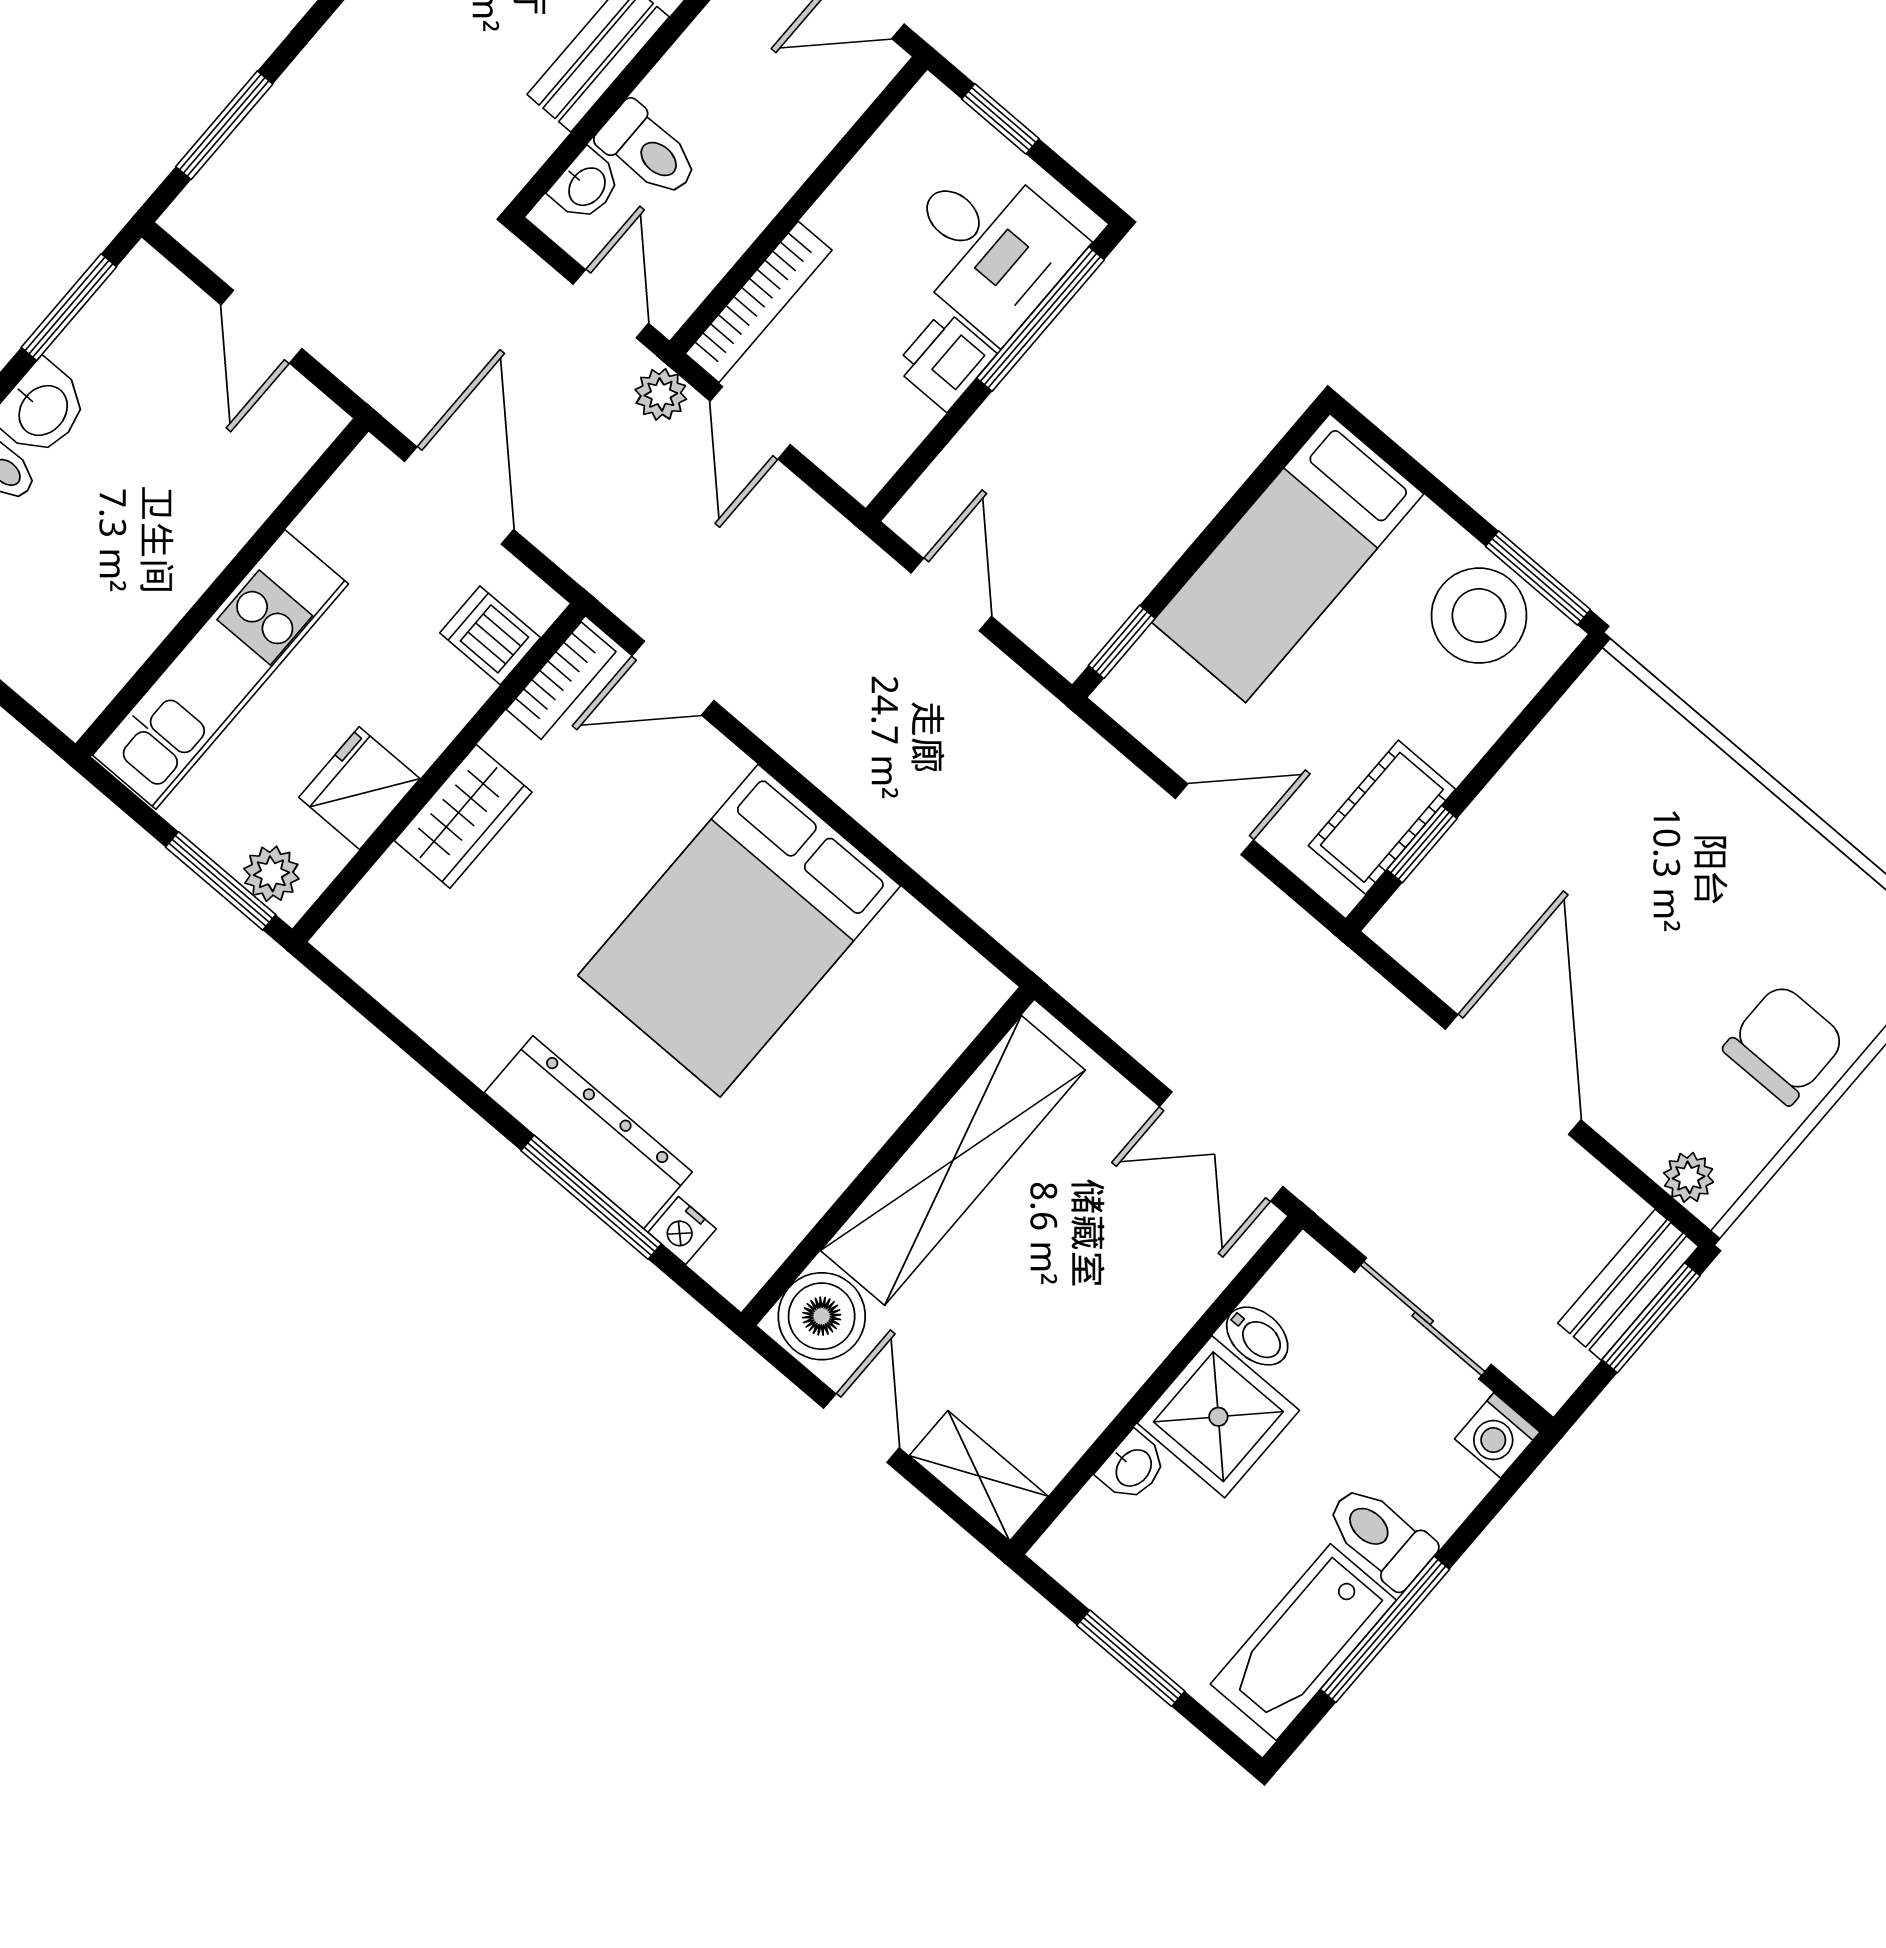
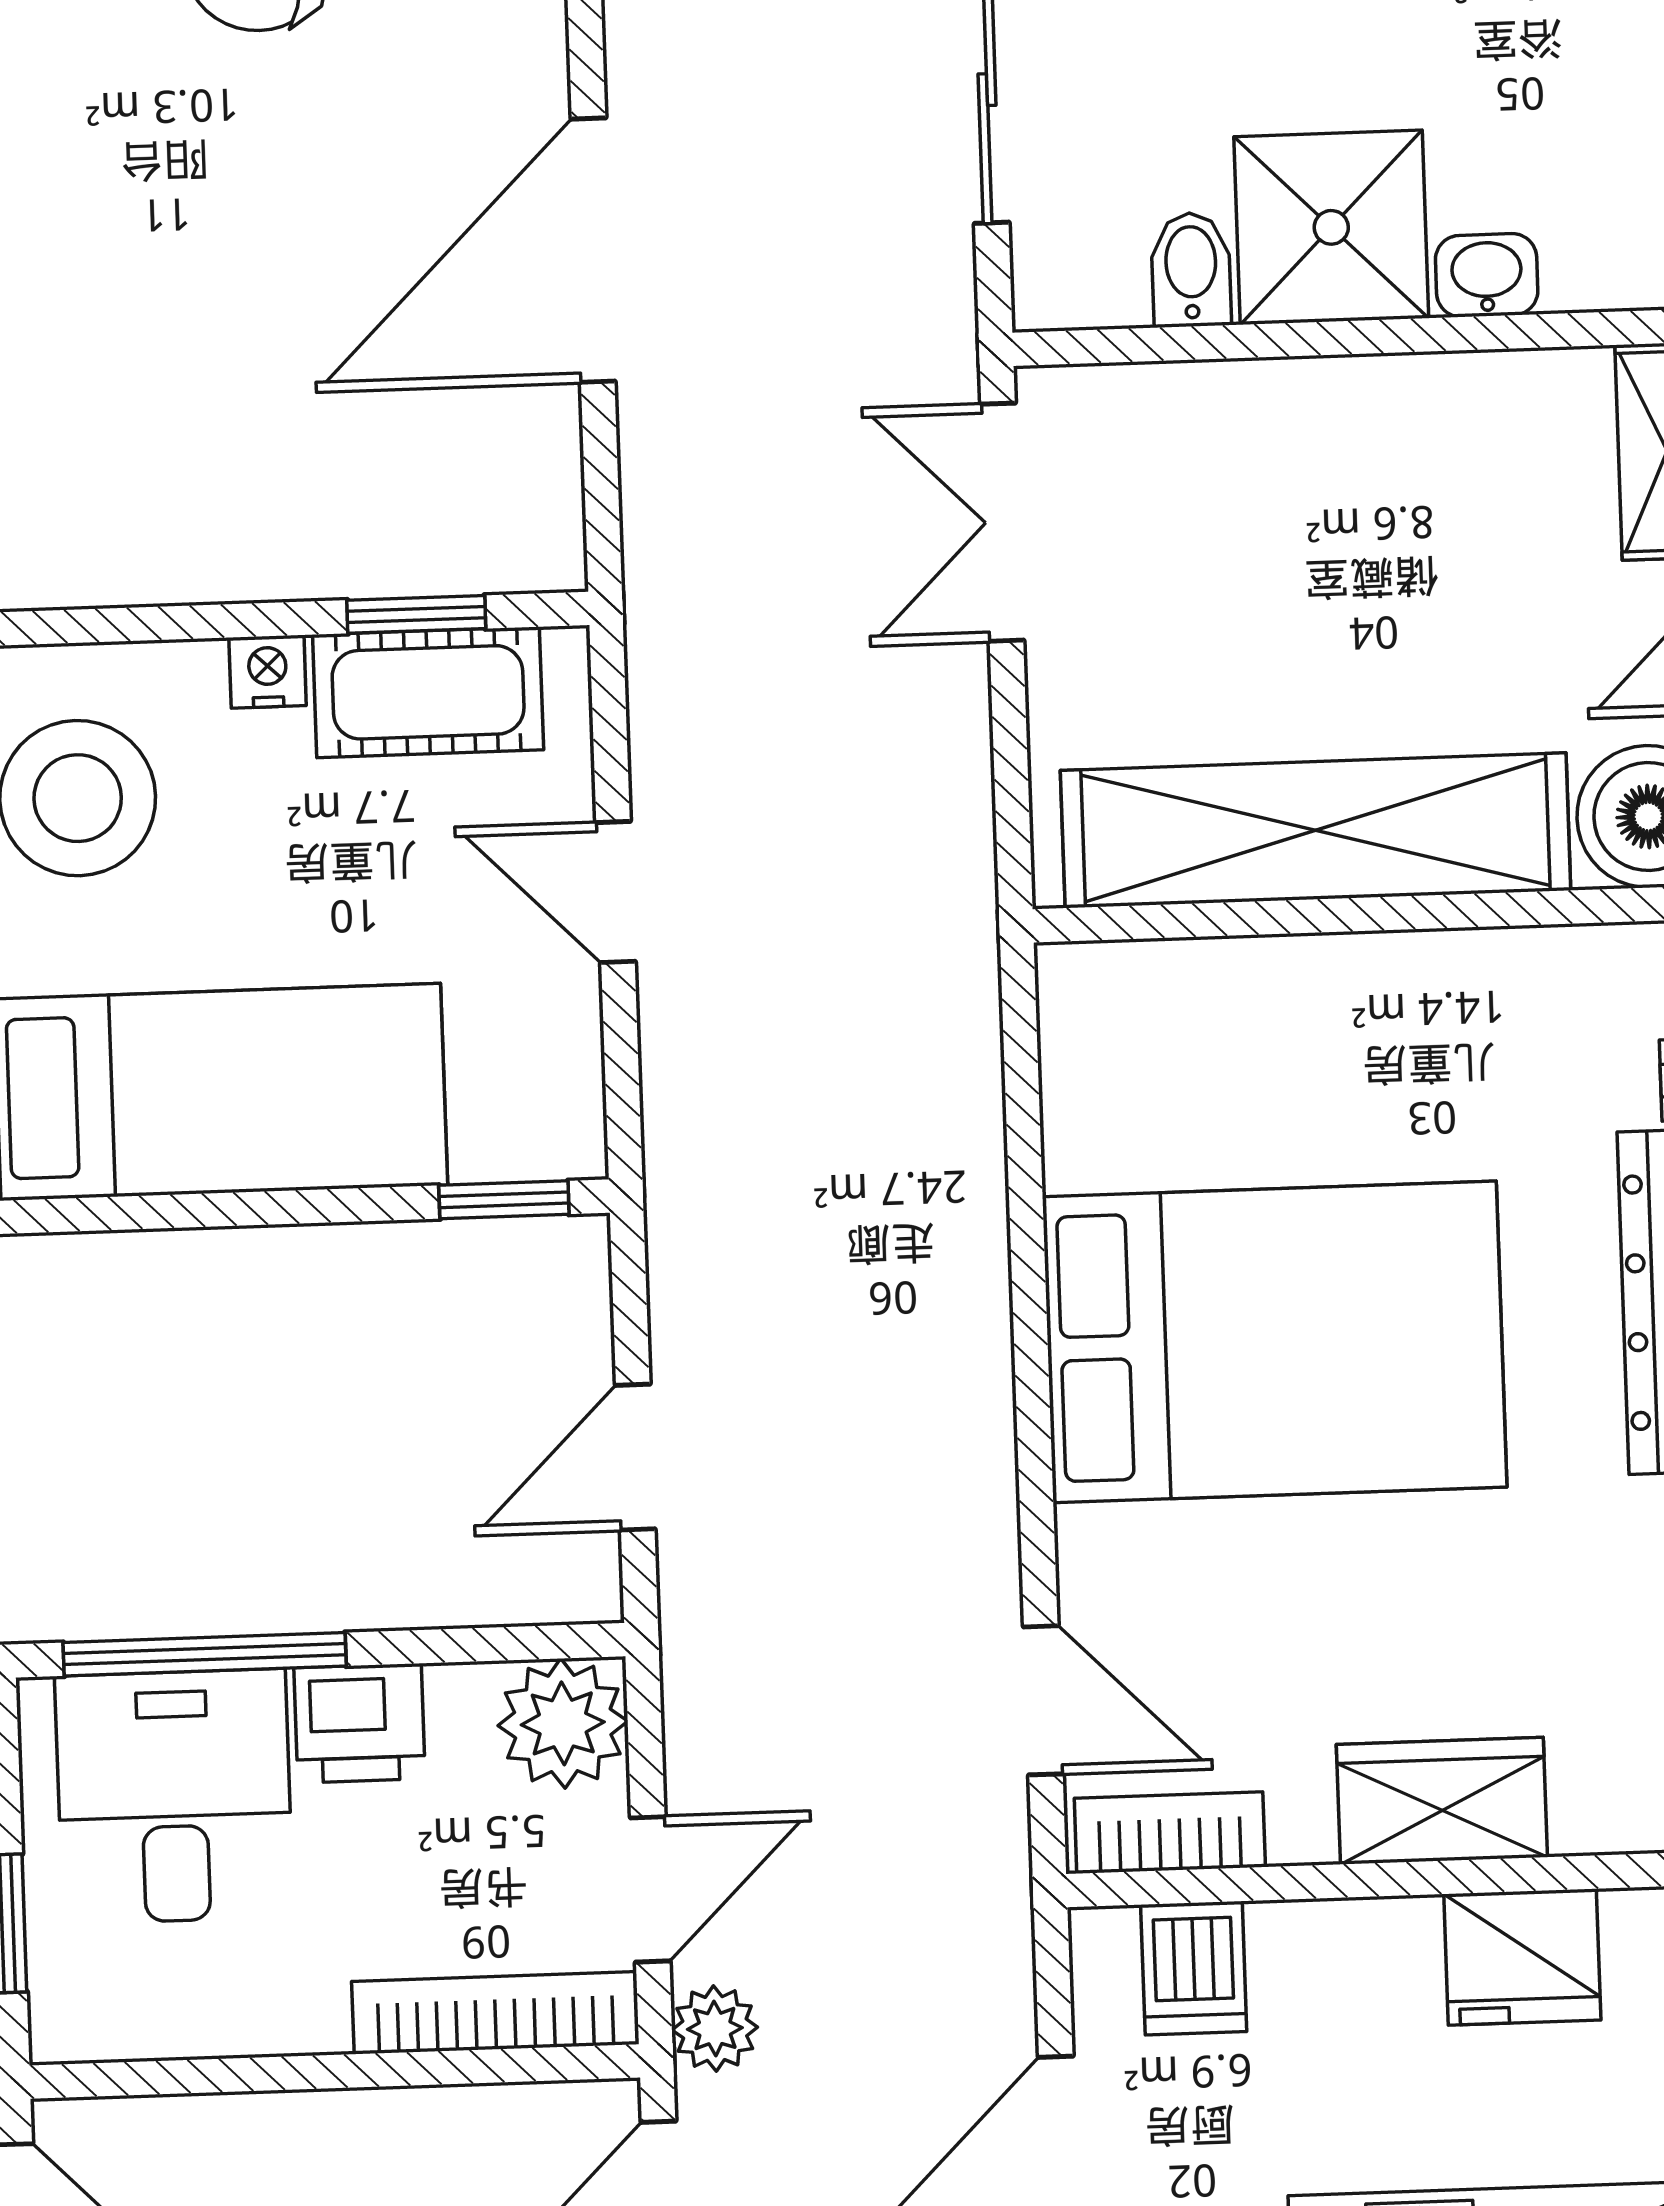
plant: (861, 452) -> (563, 1723), added
nightstand: (1458, 753) -> (268, 672), added
double door: (1221, 1146) -> (1002, 522), swing flipped

